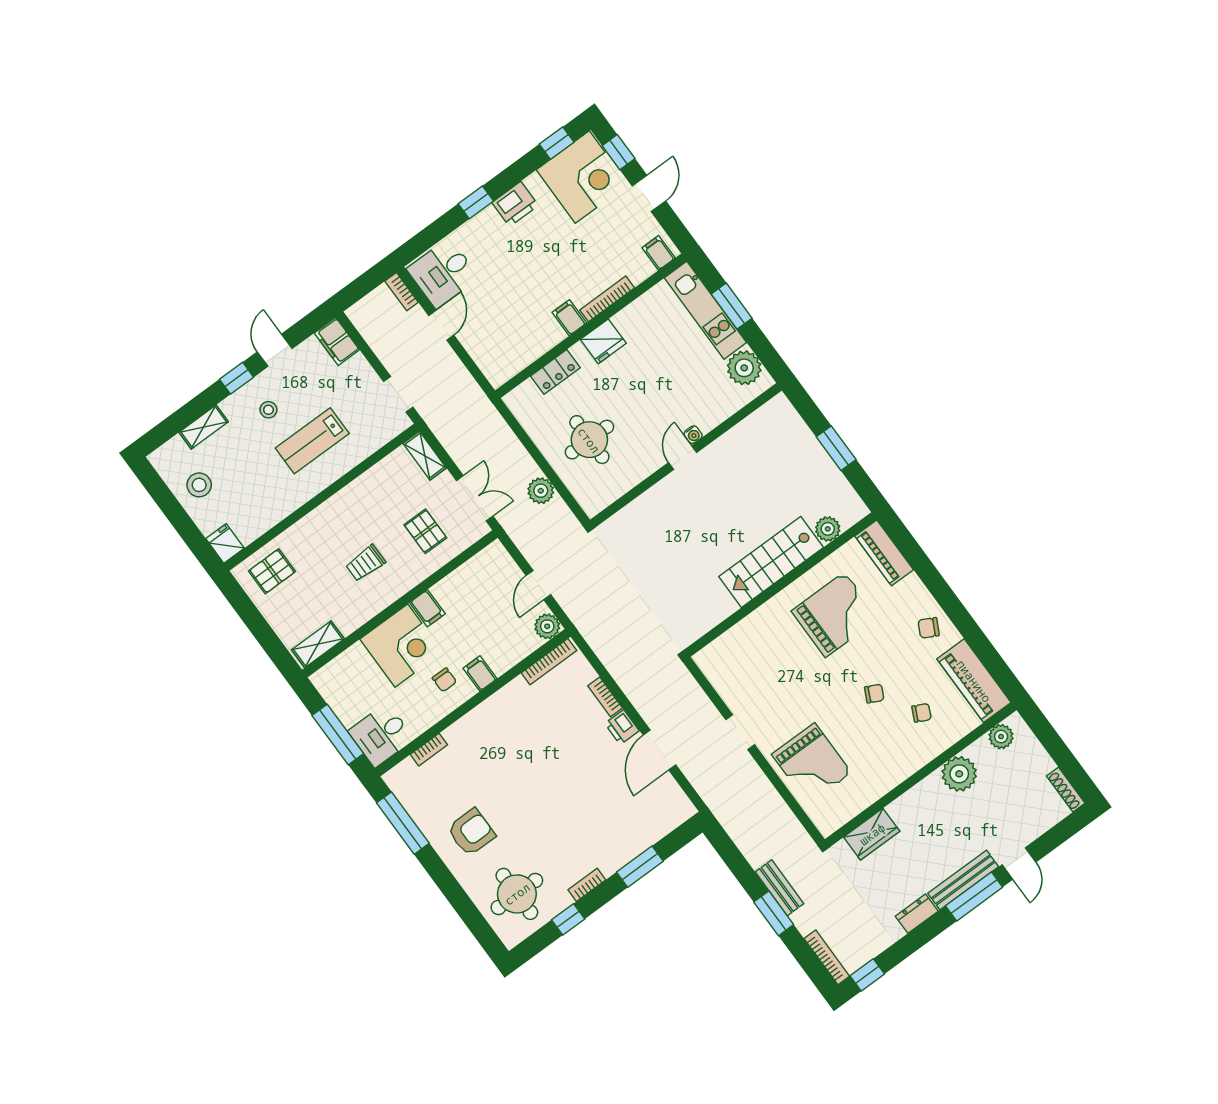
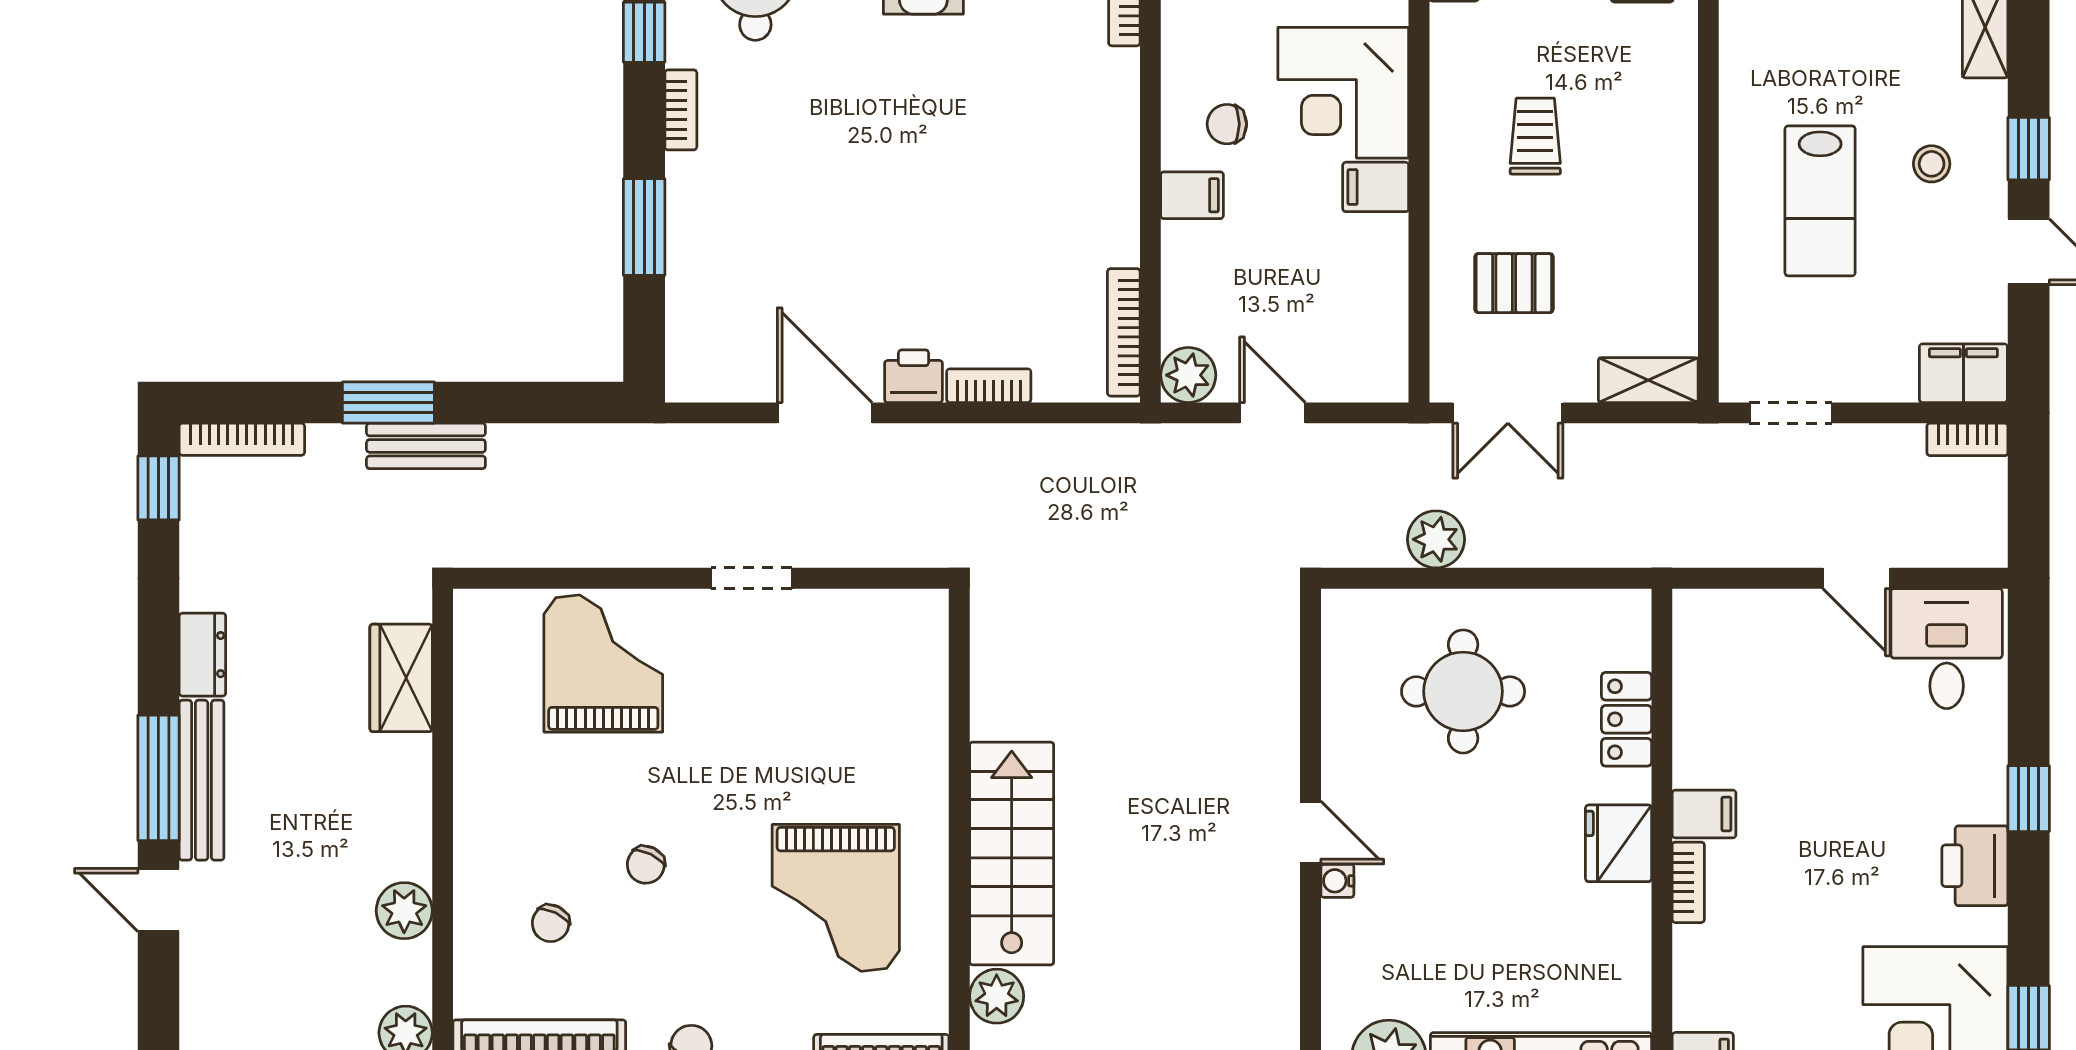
bookcase: (402, 292) -> (1967, 439), moved, turned 180
bookcase: (607, 299) -> (1688, 882), width x0.64
lab bench: (312, 441) -> (1820, 201), turned 180
grand piano: (812, 764) -> (603, 663), turned 90
plant: (959, 774) -> (404, 911), width x0.73, depth x0.73

